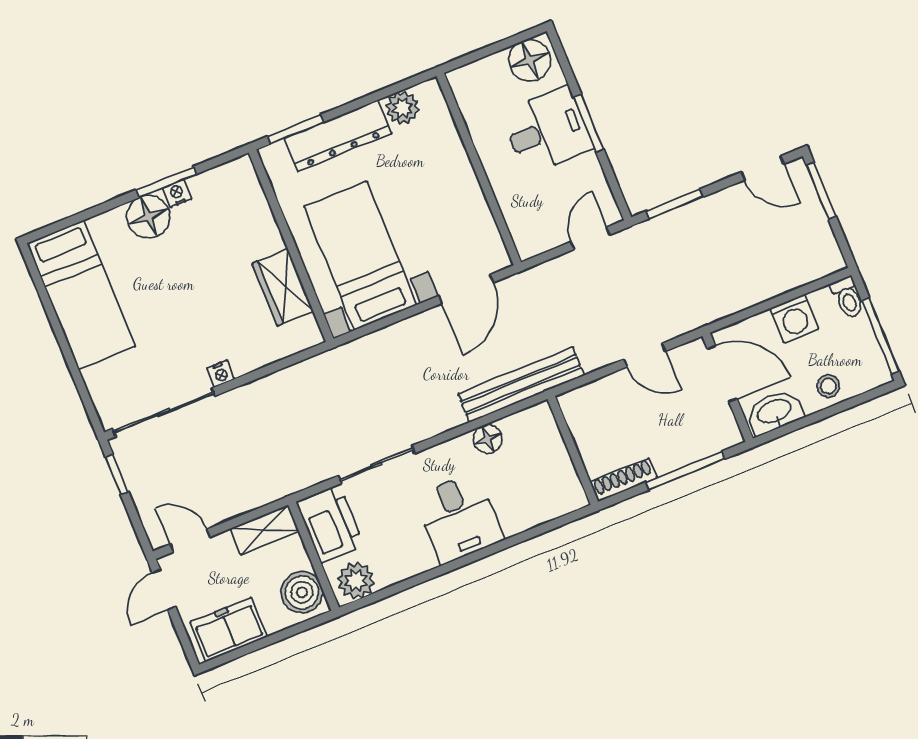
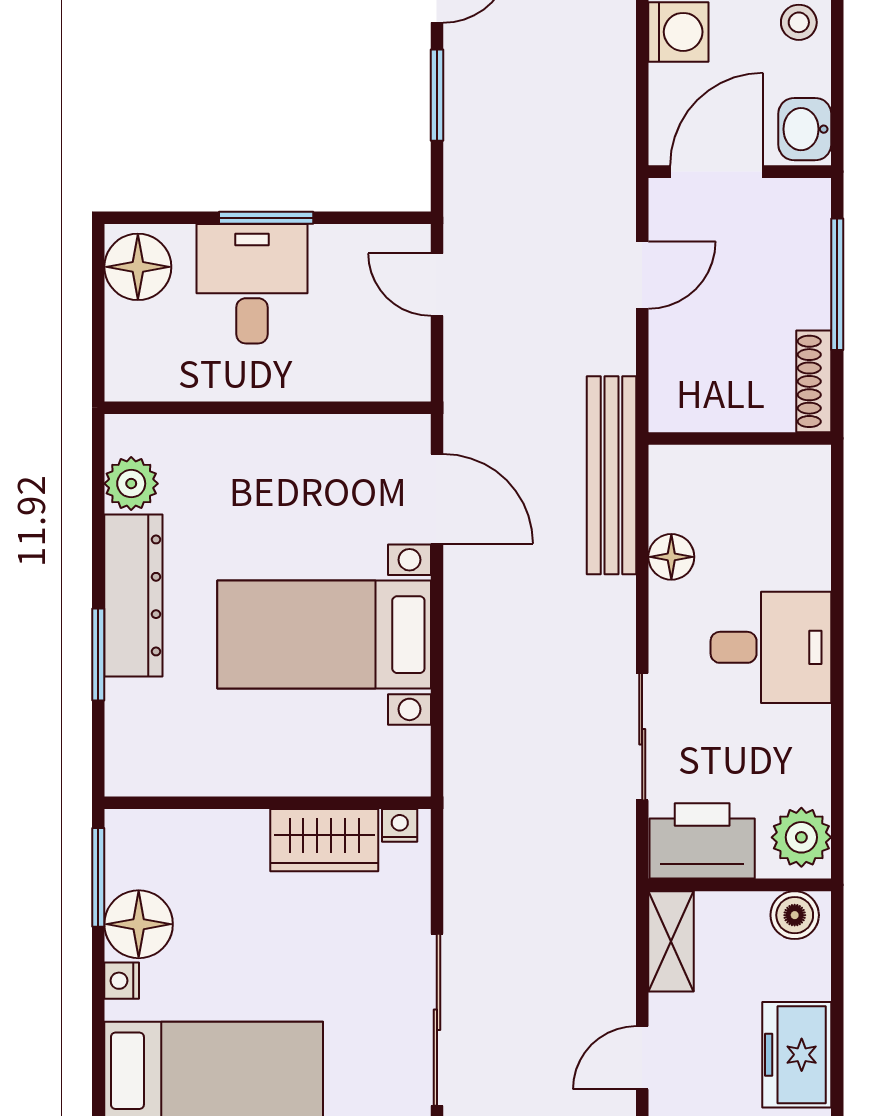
nightstand: (177, 193) -> (122, 981), moved
window: (675, 204) -> (437, 95), moved
wall: (291, 246) -> (268, 803), moved
wardrobe: (283, 287) -> (324, 840), moved
nightstand: (221, 374) -> (400, 825), moved, turned -90
washbasin: (775, 412) -> (805, 129), width x0.72
boiler: (302, 592) -> (795, 915), width x0.73, depth x0.73

